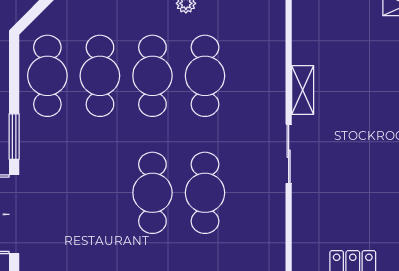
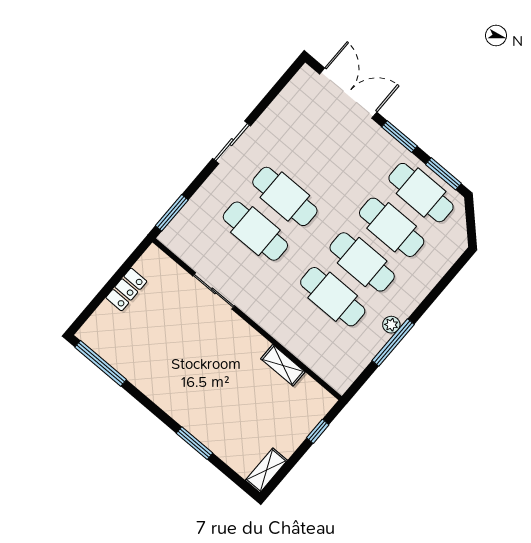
window: (14, 70) -> (443, 174), added
shelving: (303, 90) -> (283, 365), moved
sliding door: (289, 154) -> (214, 291), moved

